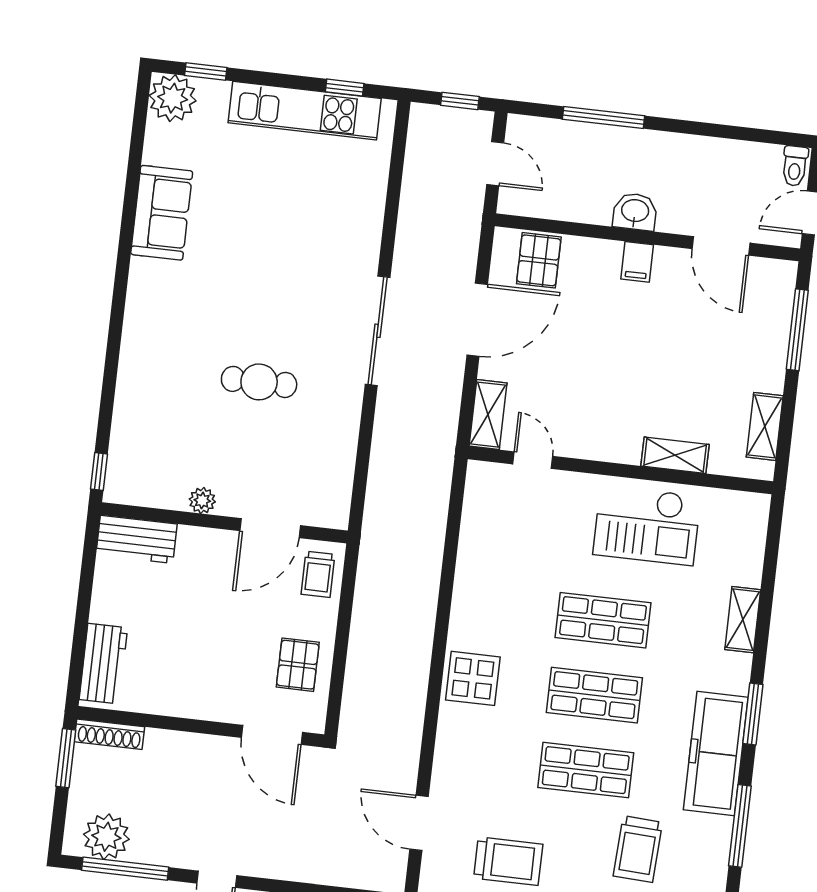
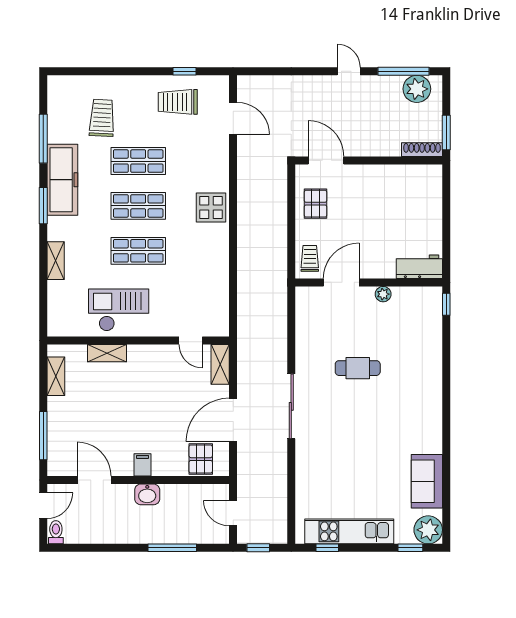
sofa: (162, 213) -> (427, 481), moved
workbench: (103, 664) -> (430, 191), removed

